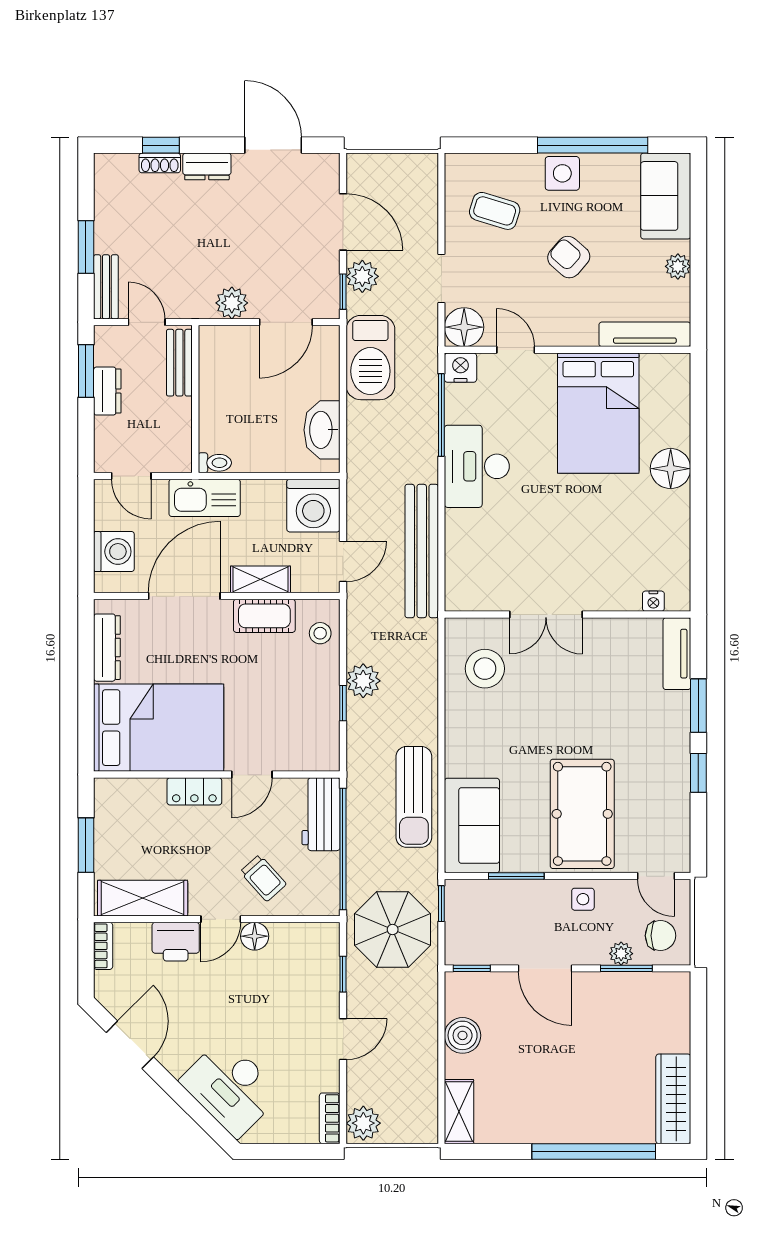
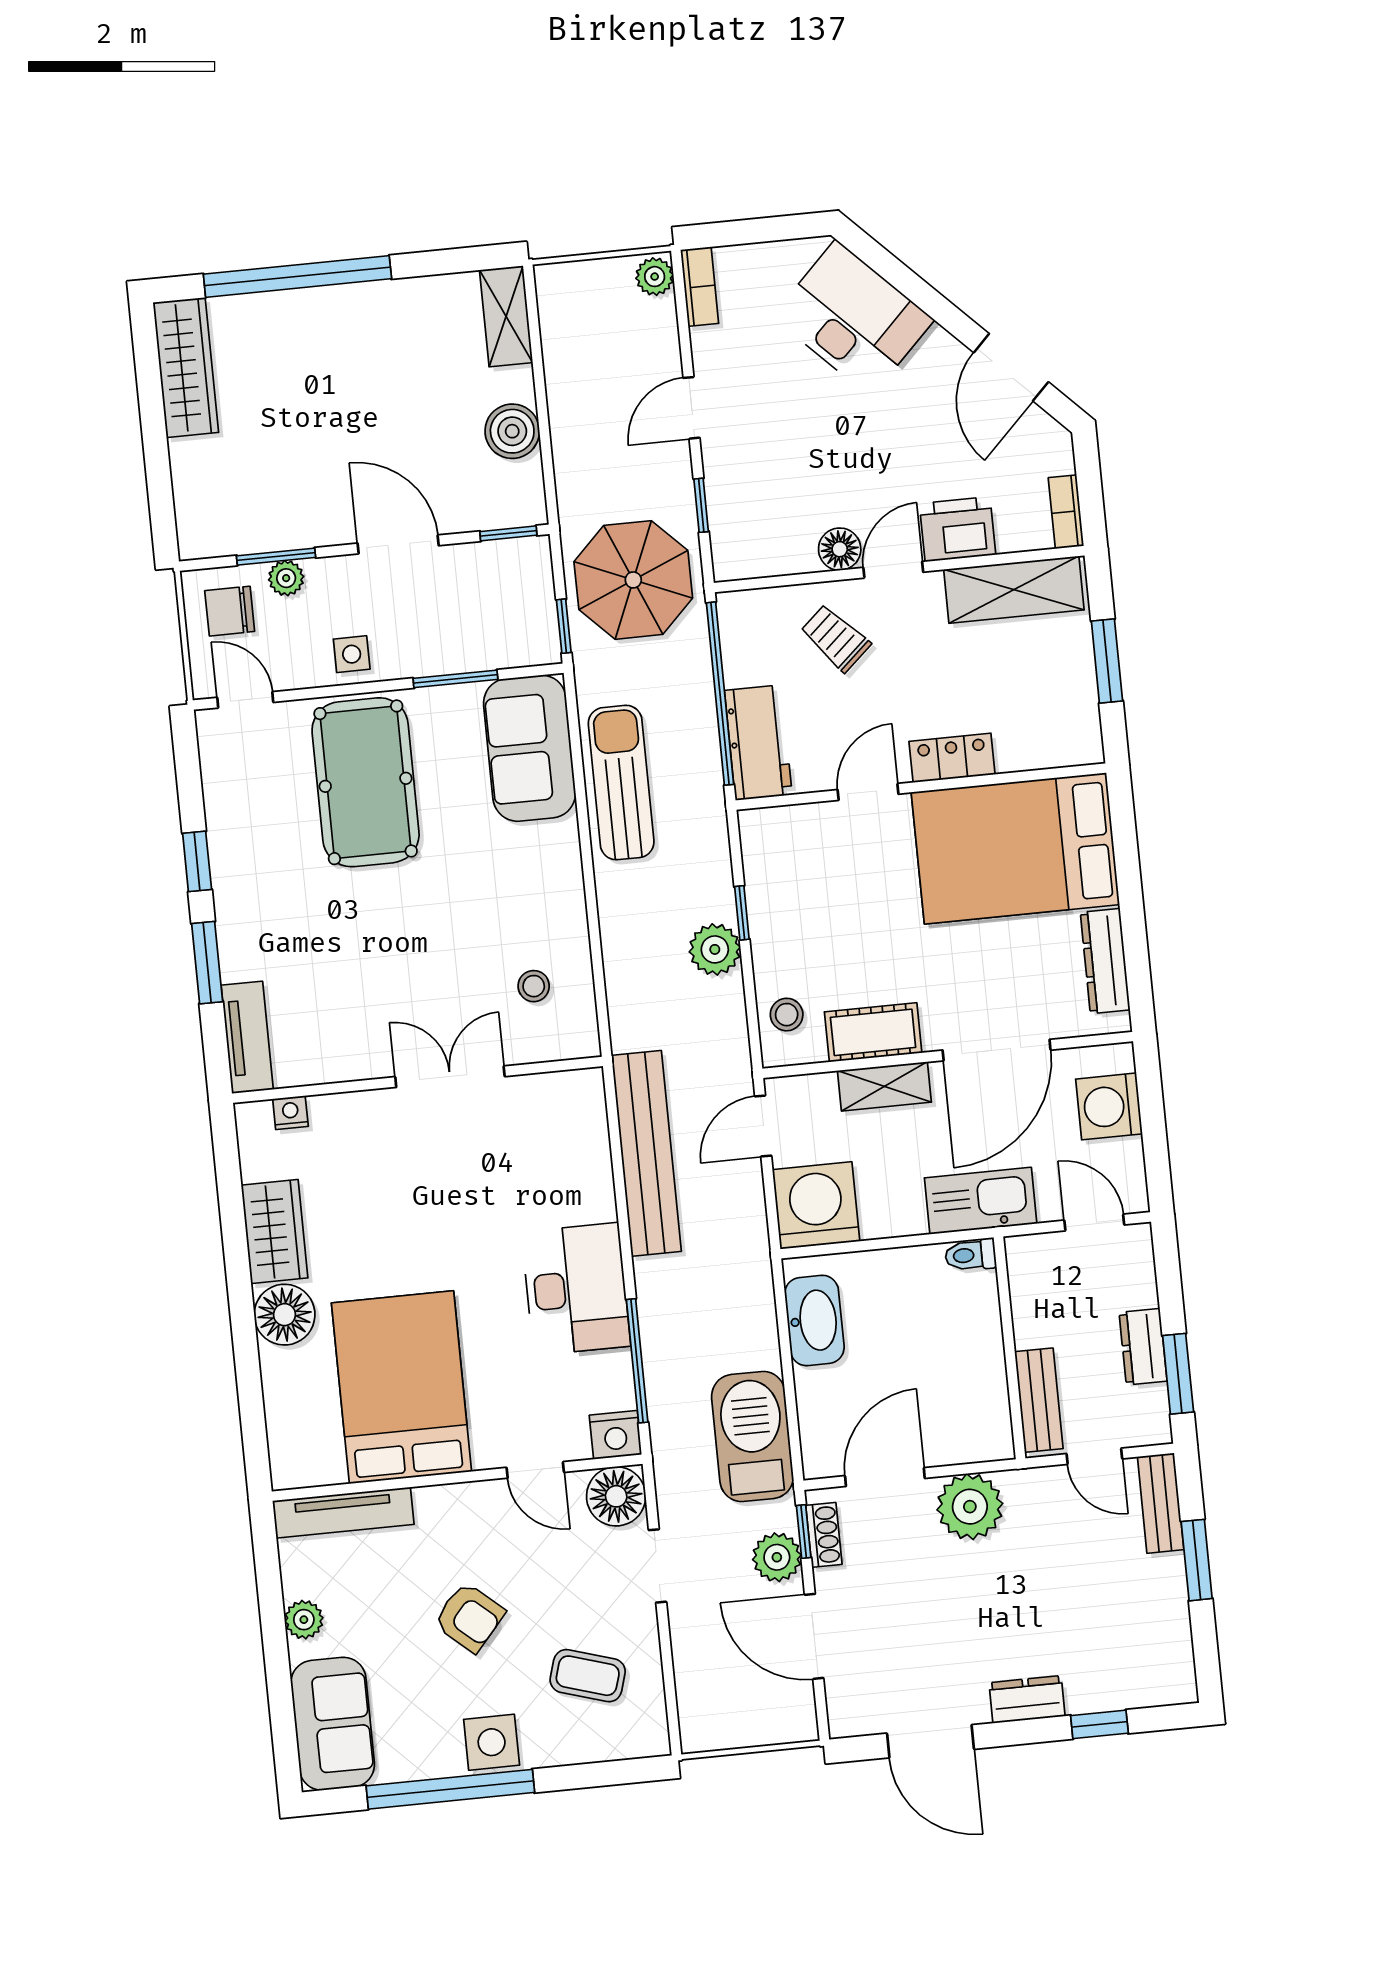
shoe rack: (160, 163) -> (824, 1535), moved, turned 90
plant: (232, 303) -> (970, 1507), width x1.36, depth x1.36
wardrobe: (672, 524) -> (275, 1232), added
stool: (485, 669) -> (534, 986), width x0.53, depth x0.53
plant: (363, 1123) -> (655, 277), width x0.73, depth x0.73

